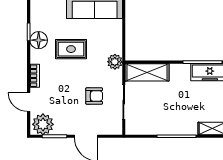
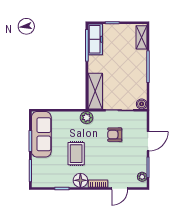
floor lamp: (39, 40) -> (80, 180), moved
armchair: (94, 96) -> (115, 135), turned -90
plant: (43, 124) -> (142, 177), width x0.53, depth x0.53
boiler: (131, 129) -> (142, 104), added

